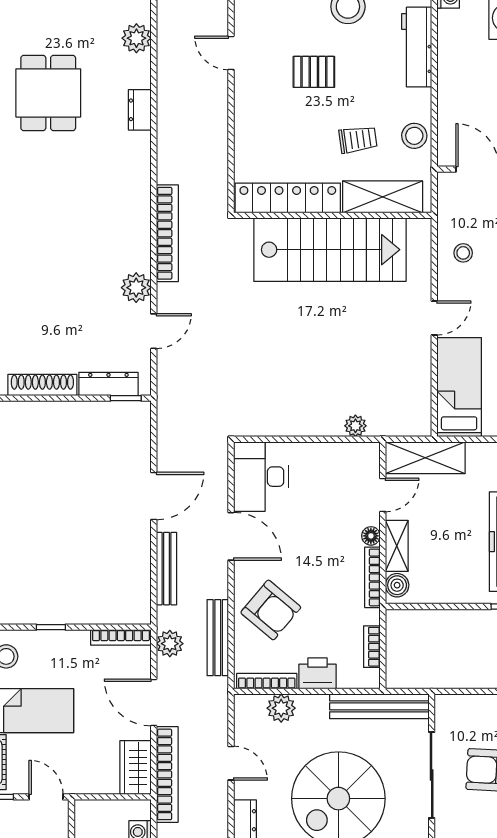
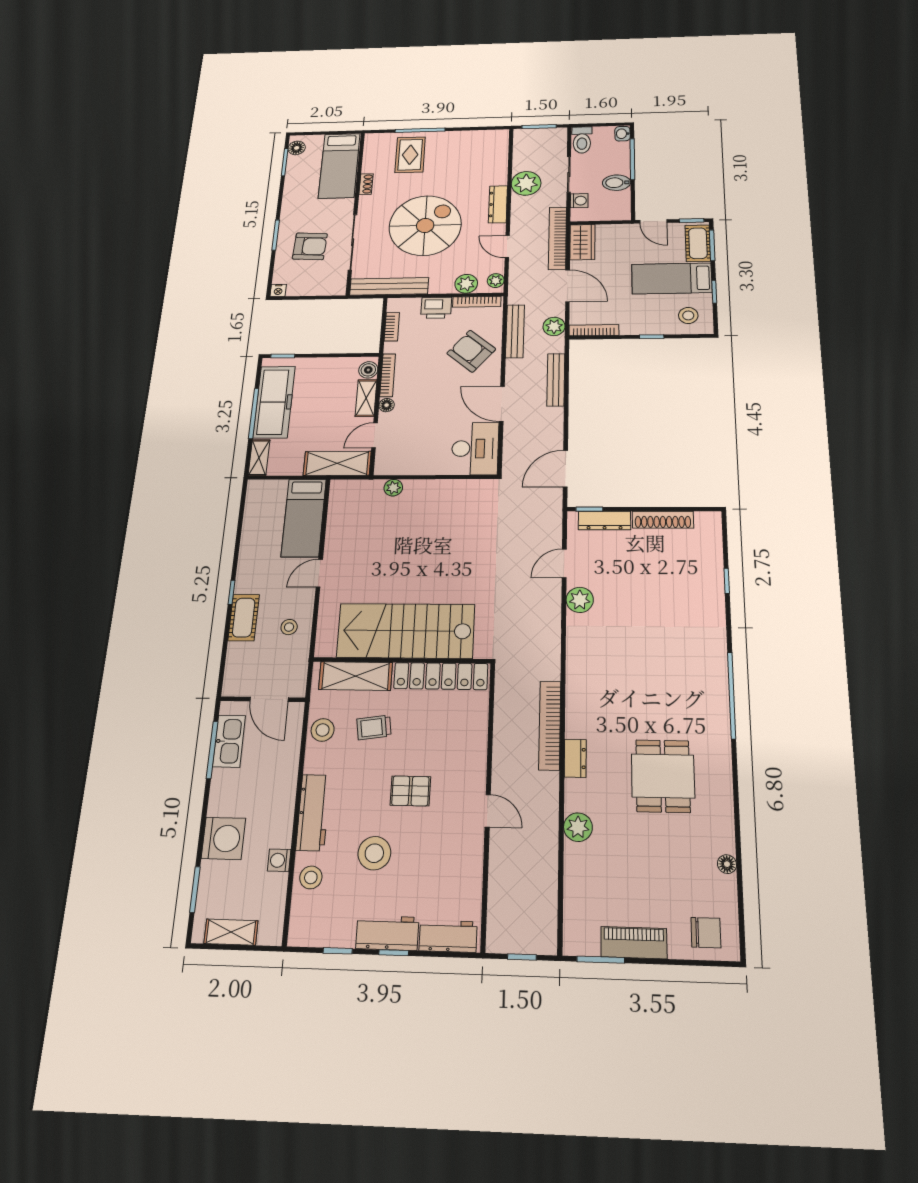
bookcase: (167, 233) -> (550, 725), moved
door: (154, 496) -> (565, 469), moved
plant: (244, 712) -> (496, 281), added

